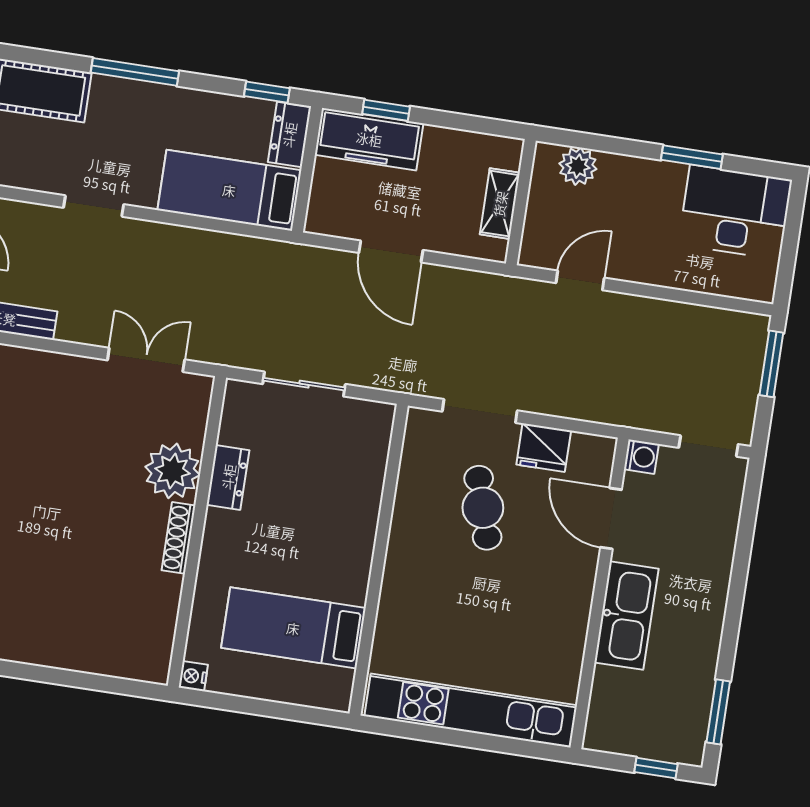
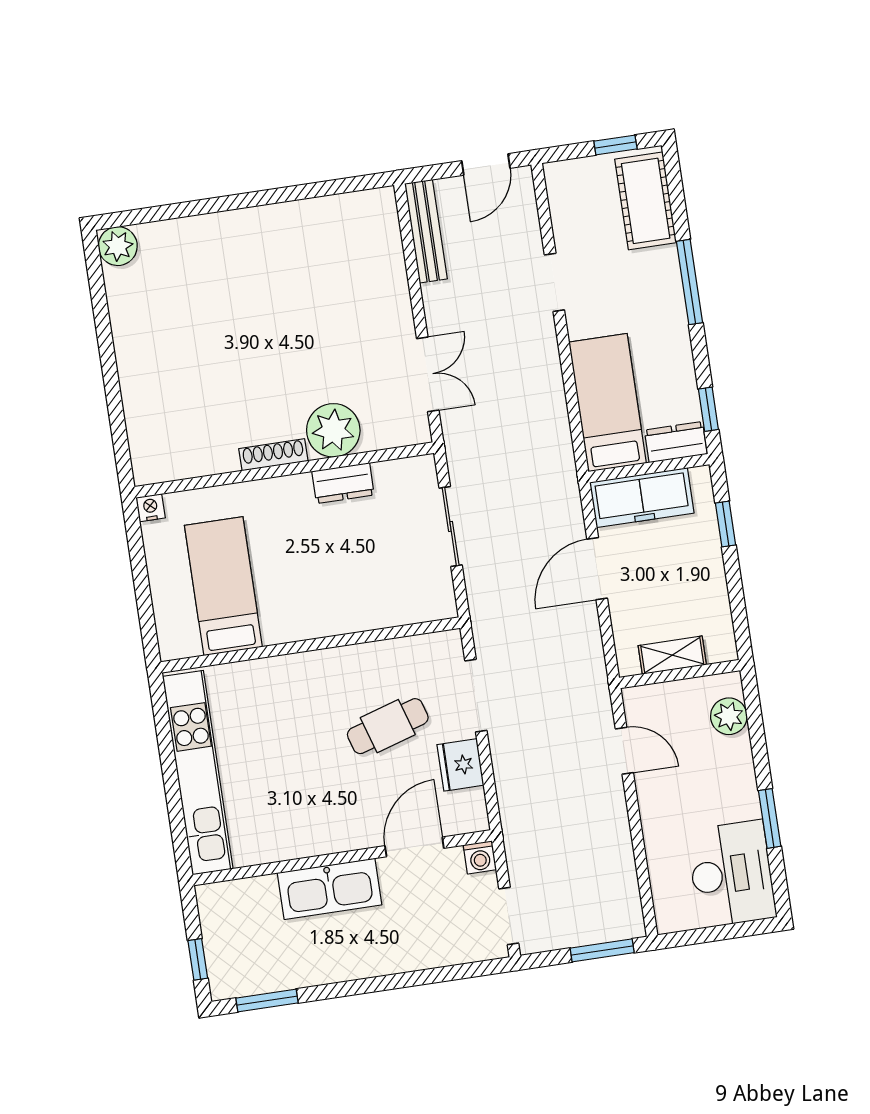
freezer: (369, 139) -> (642, 498), moved, turned -90

